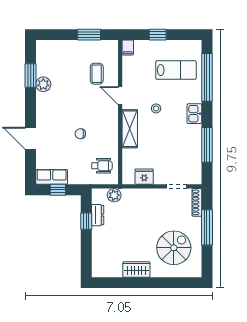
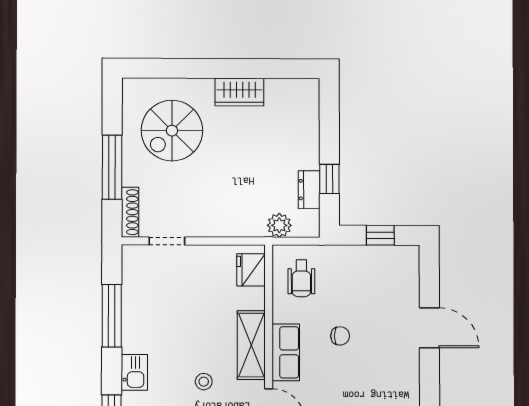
wheelchair: (102, 166) -> (301, 278), turned -90
row of seats: (52, 177) -> (286, 352), moved, turned -90
fridge: (144, 177) -> (251, 270), moved, turned 90

